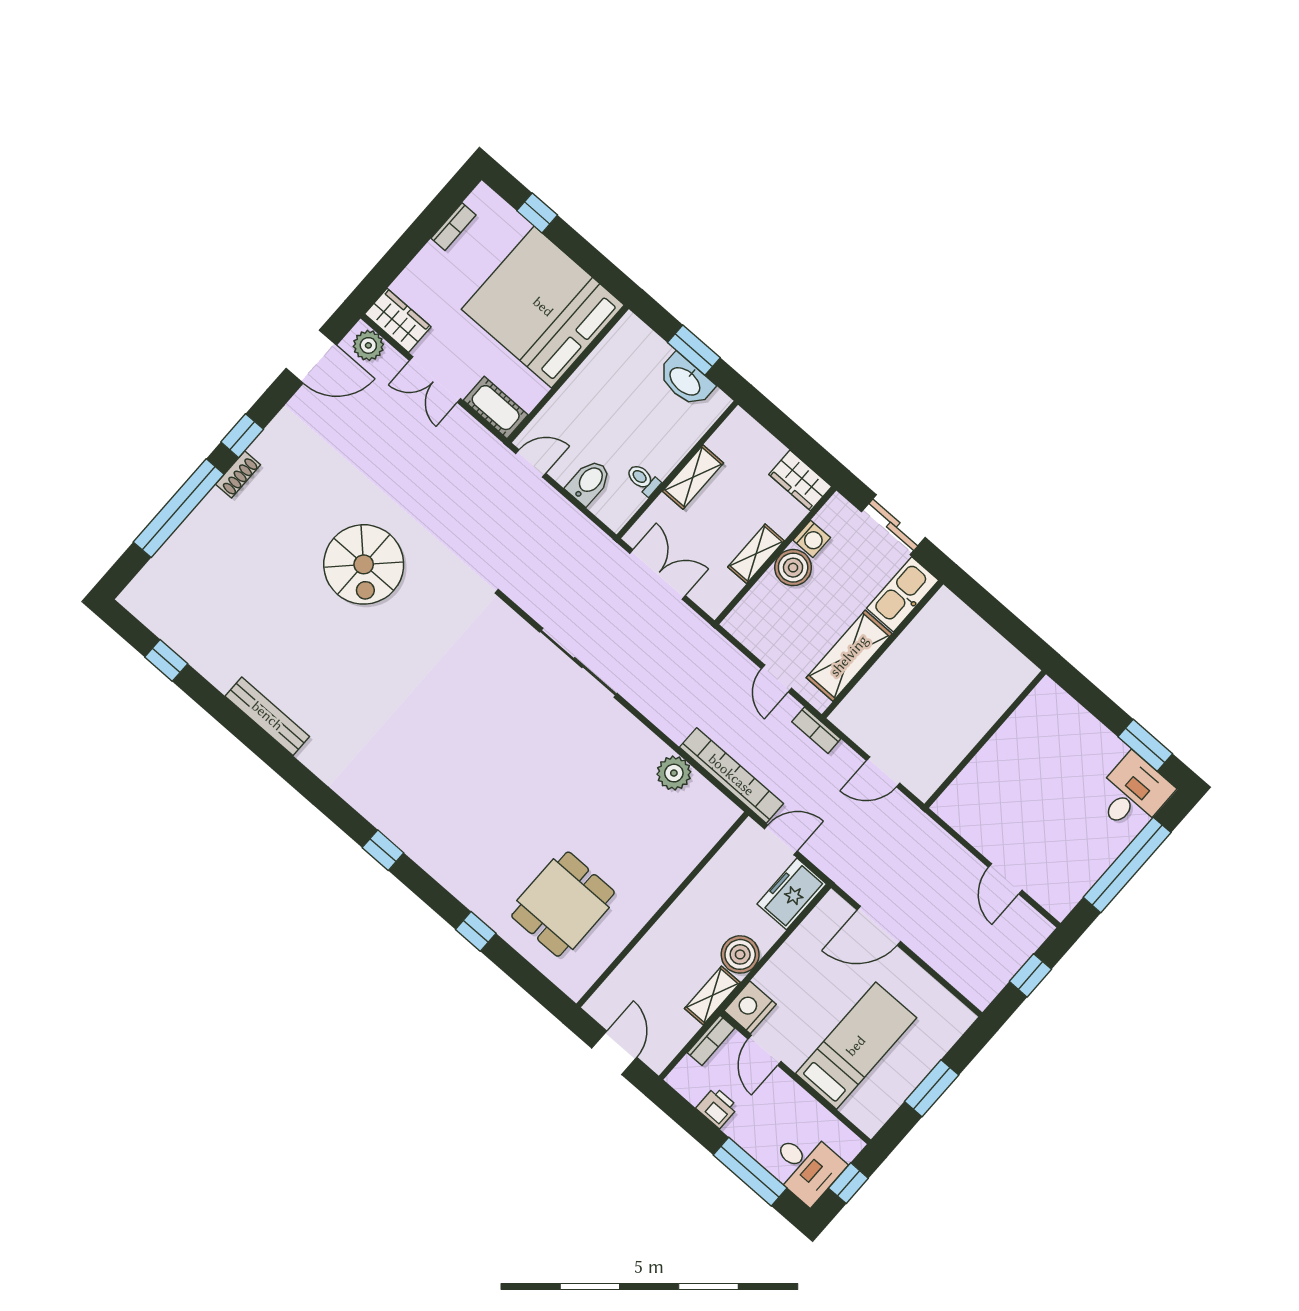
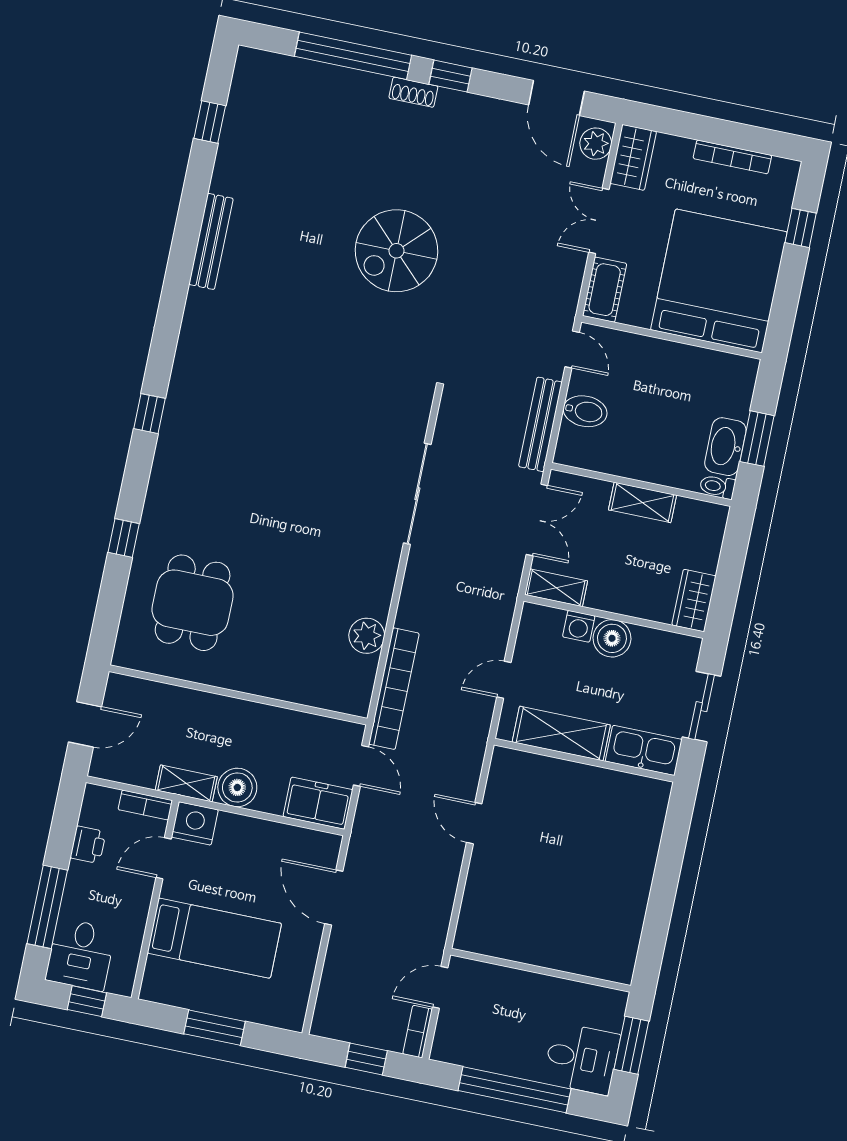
bookcase: (453, 227) -> (732, 157), width x1.56
toilet: (643, 480) -> (717, 487), moved, turned -90
bench: (579, 526) -> (540, 424), added
washing machine: (812, 539) -> (579, 626), moved
shelving: (756, 554) -> (556, 588), moved
bookcase: (816, 730) -> (418, 1032), moved
wall: (985, 739) -> (541, 970), moved
dining table: (563, 904) -> (193, 603), turned 90

